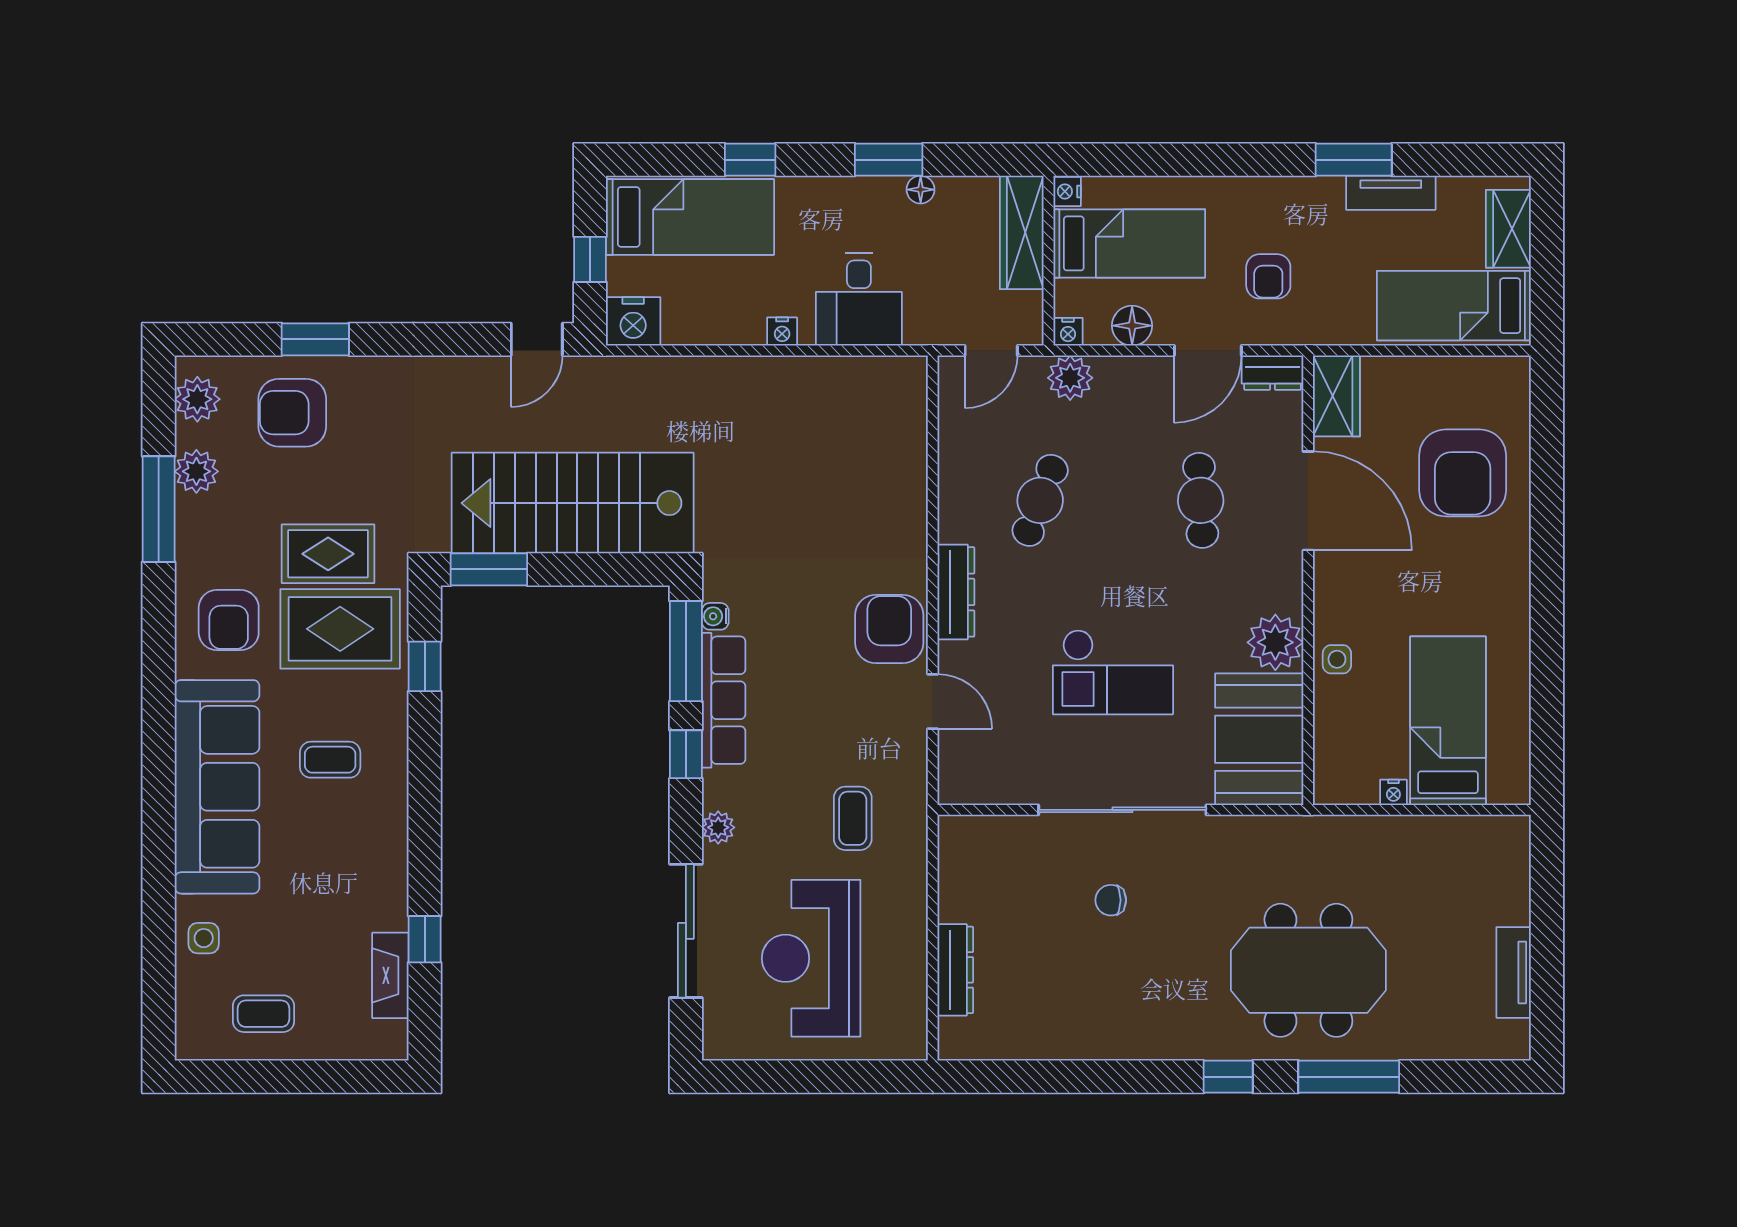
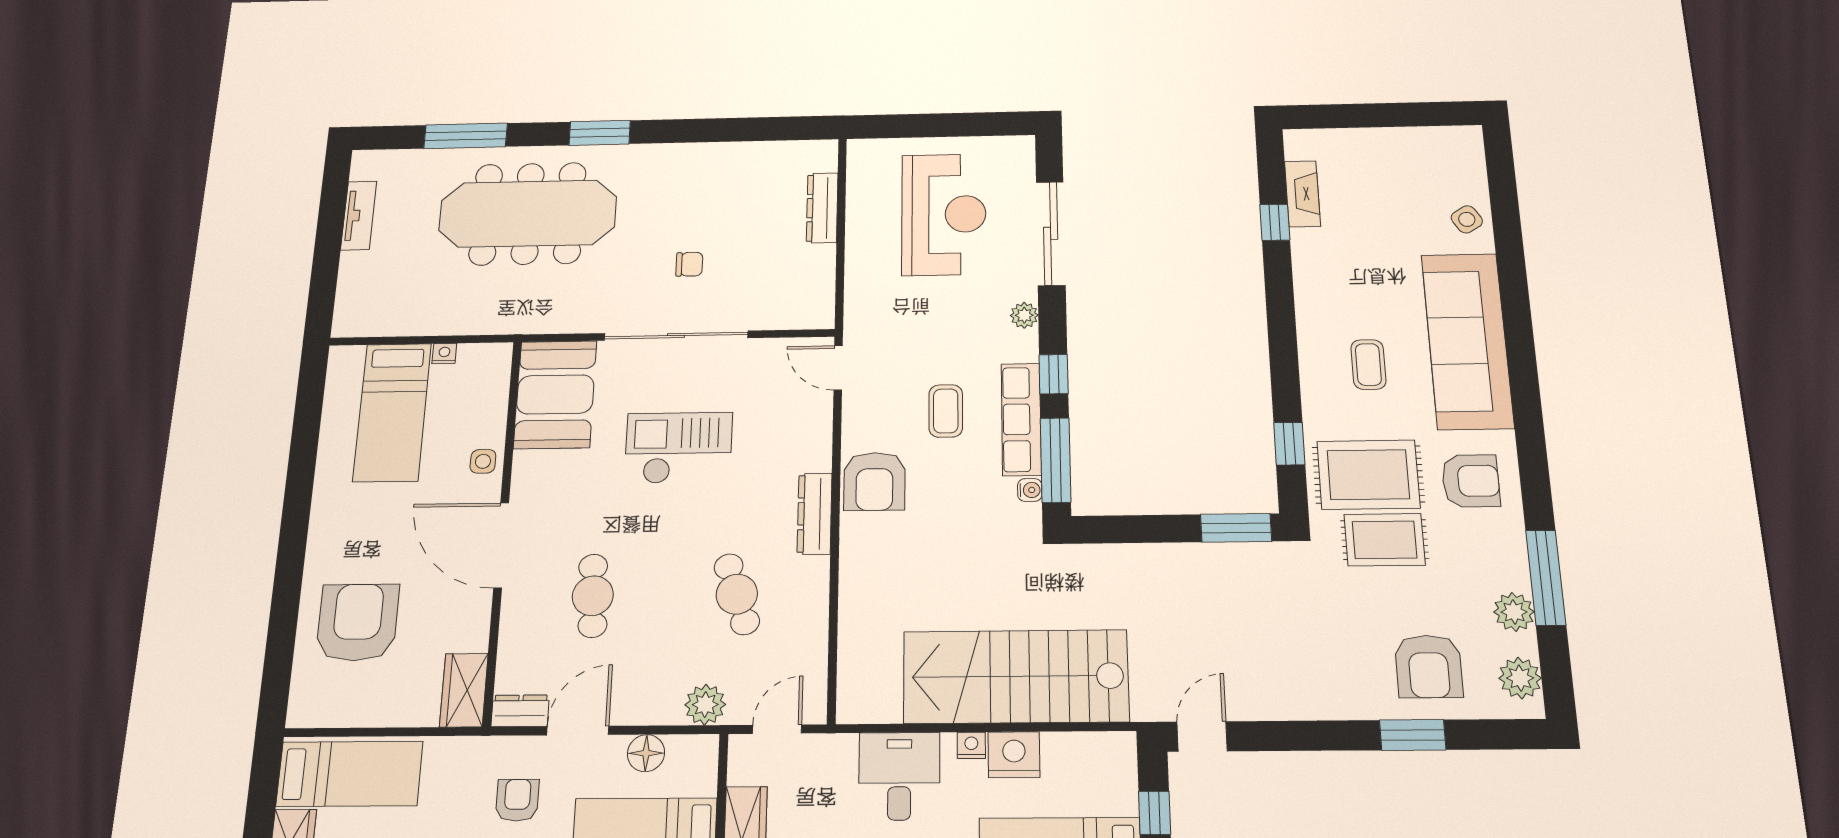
nightstand: (633, 321) -> (1014, 755), moved
nightstand: (1068, 332) -> (705, 747), removed
armchair: (292, 413) -> (1429, 666), turned 90
cafe table: (1040, 500) -> (737, 594), turned -39
door: (1308, 501) -> (501, 545), moved
stairs: (573, 503) -> (1016, 676), moved, turned 180
armchair: (229, 620) -> (1471, 481), turned 90
plant: (1275, 642) -> (535, 475), removed
door: (933, 702) -> (838, 368), moved
coffee table: (330, 760) -> (1368, 365), turned 90
coffee table: (853, 818) -> (946, 411), moved
side table: (204, 938) -> (1467, 219), turned -32
meeting table: (1308, 970) -> (528, 214), width x1.36
coffee table: (264, 1014) -> (1409, 162), removed
window: (1228, 1077) -> (600, 133), width x1.50
window: (1349, 1077) -> (466, 136), moved

